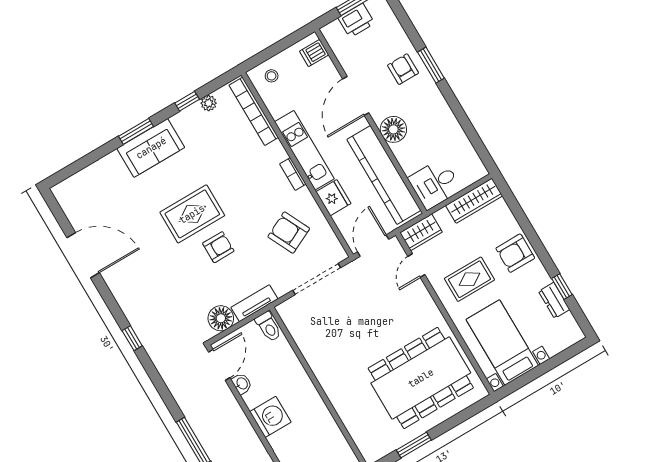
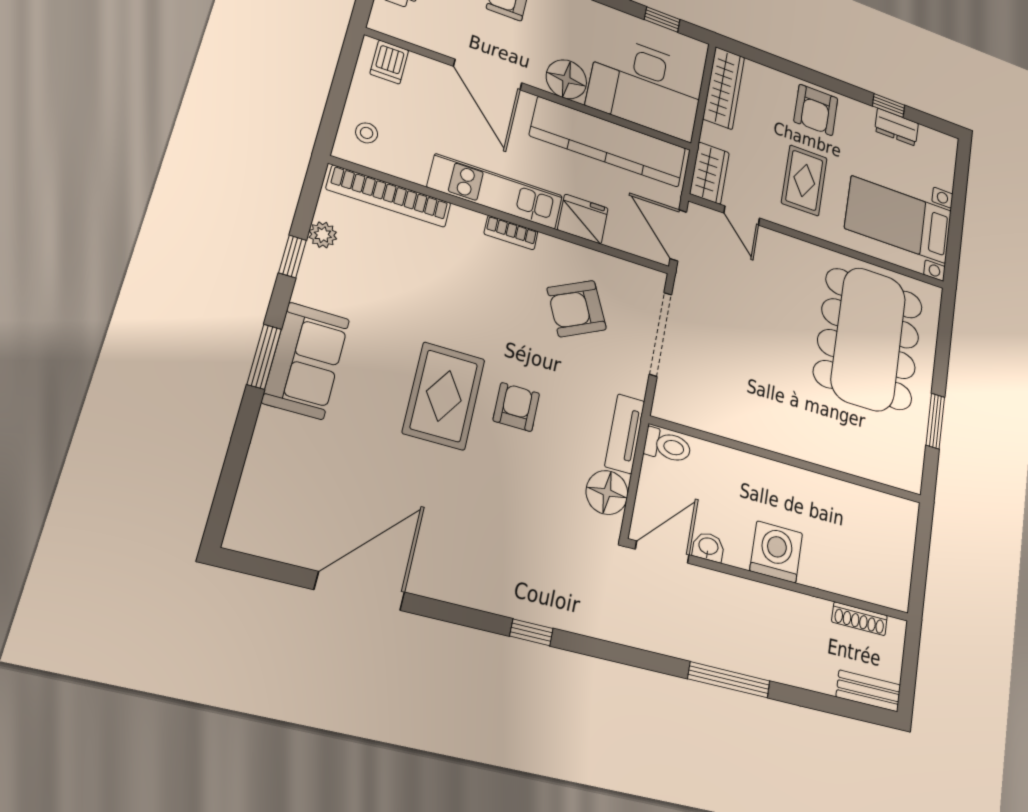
window: (476, 142) -> (662, 19), added
desk: (435, 184) -> (646, 87), width x1.87, depth x1.30
door: (219, 365) -> (662, 552), hinge flipped

